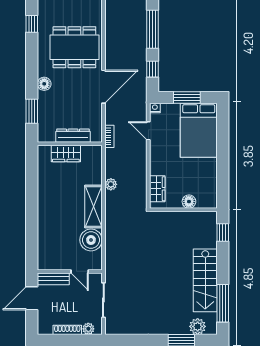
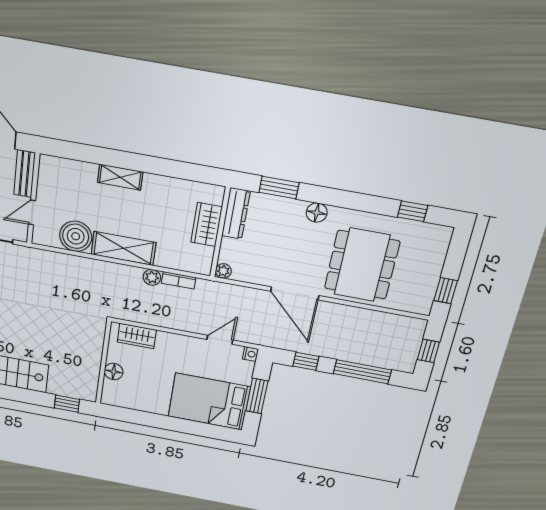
dresser: (73, 136) -> (236, 213), moved
bookcase: (109, 136) -> (179, 280), moved
plant: (97, 137) -> (223, 271), added
shelving: (44, 215) -> (120, 177), added

